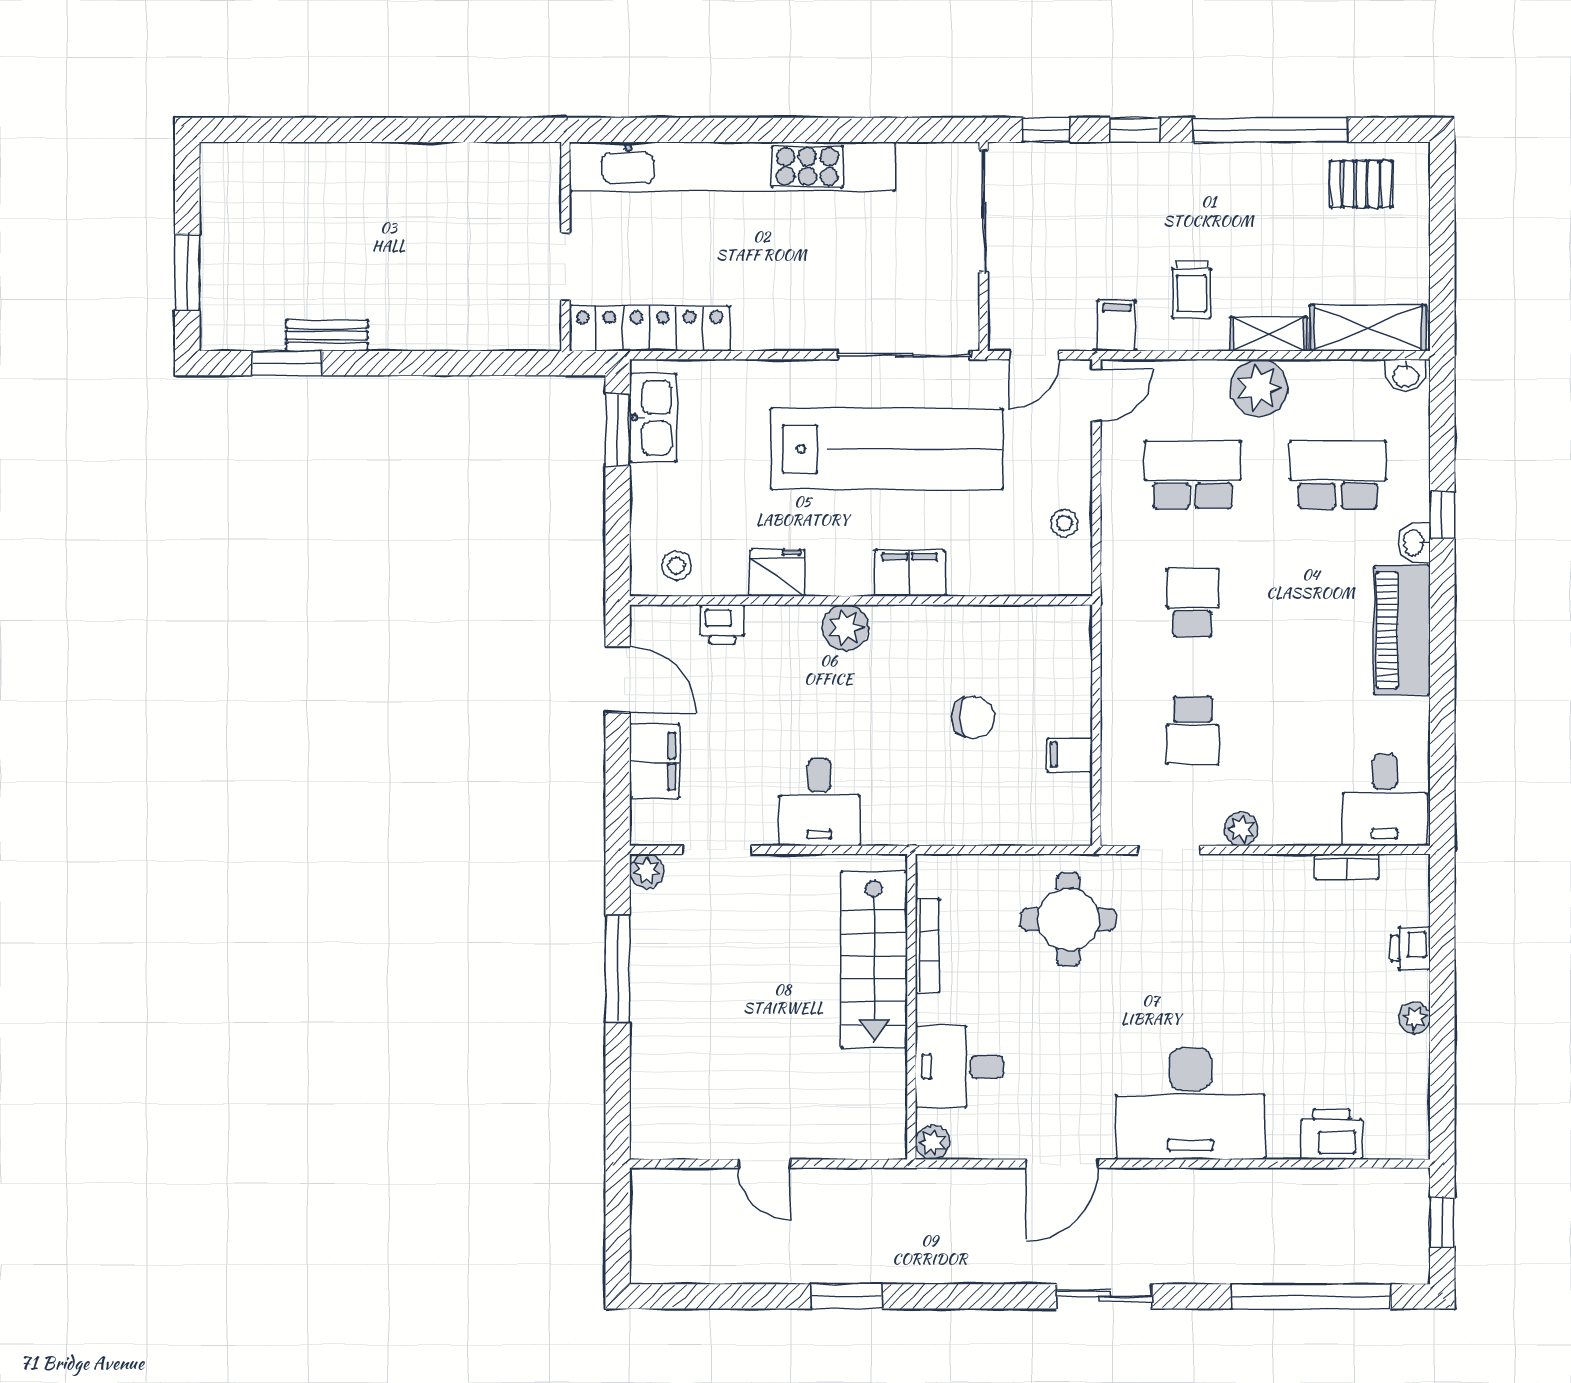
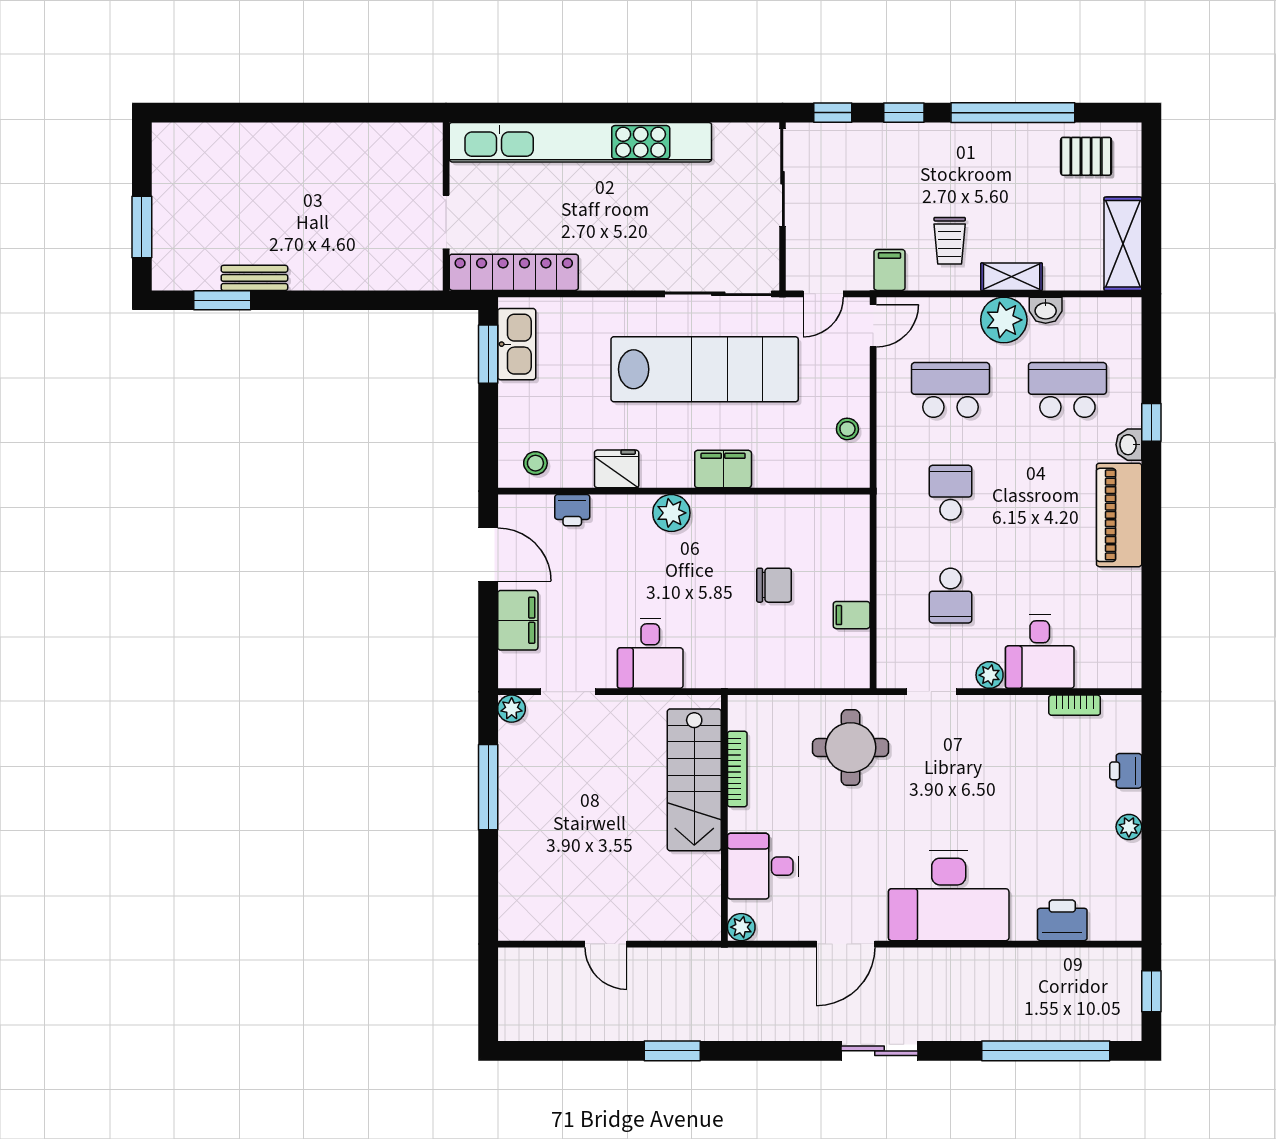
shelving: (1368, 328) -> (1123, 244), moved, turned 90
washbasin: (1405, 375) -> (1046, 310), moved
desk: (1385, 800) -> (1040, 652), moved

